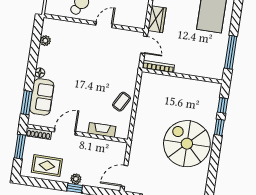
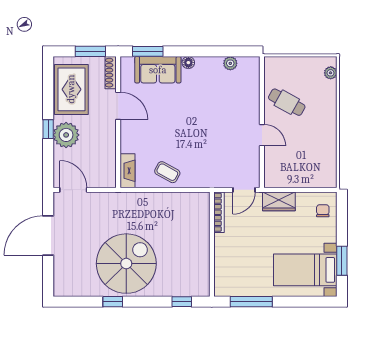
window: (219, 127) -> (113, 302), moved
fireplace: (102, 130) -> (127, 171), moved
rug: (47, 166) -> (71, 89), width x1.36, depth x1.43
plant: (76, 179) -> (66, 135), width x1.87, depth x1.87

